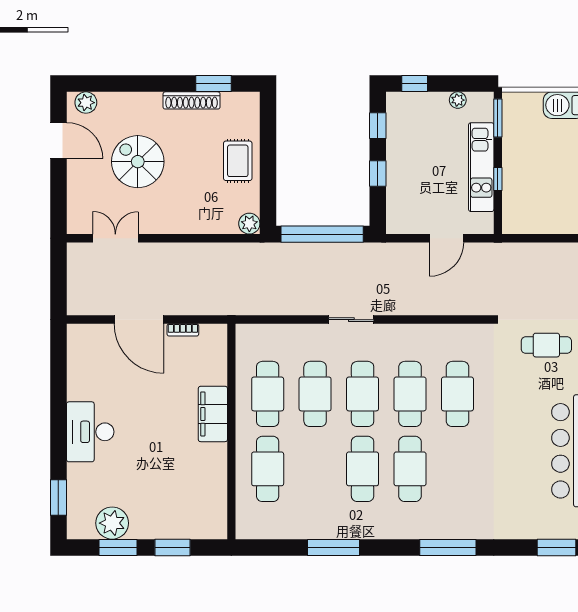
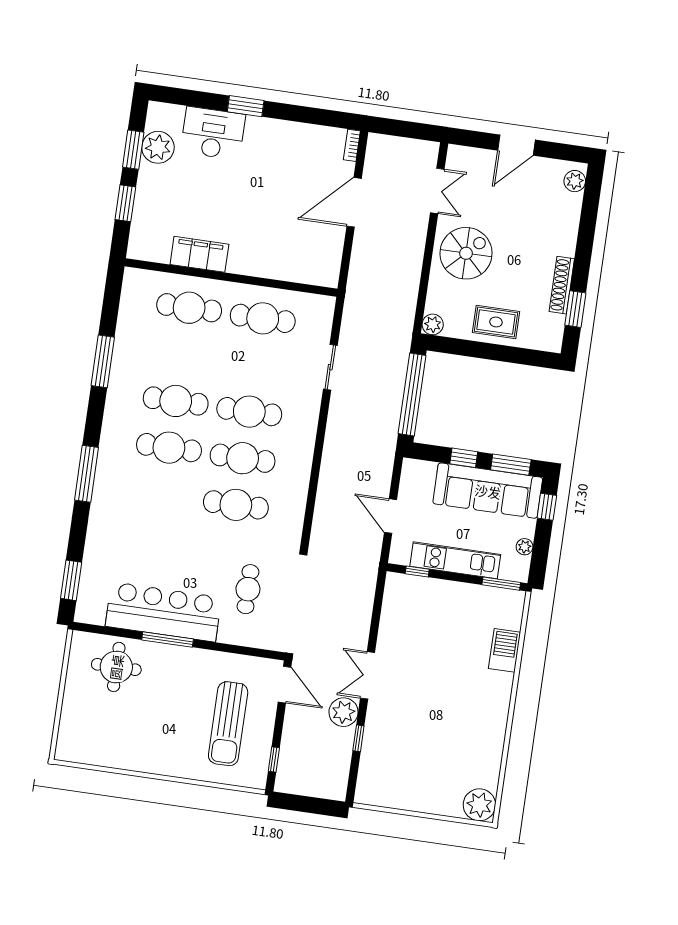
window: (378, 126) -> (511, 465), width x1.50
door: (58, 141) -> (516, 145), moved
sofa: (407, 145) -> (488, 491), added
spiral stairs: (138, 162) -> (466, 253), moved
window: (498, 179) -> (417, 571), moved
sliding door: (351, 320) -> (330, 367), moved
bookcase: (183, 330) -> (352, 145), moved
cafe table: (546, 345) -> (248, 589), moved
cafe table: (315, 394) -> (256, 365), removed
filing cabinet: (213, 414) -> (199, 254), moved
desk: (90, 432) -> (213, 133), moved
window: (58, 498) -> (246, 106), moved

